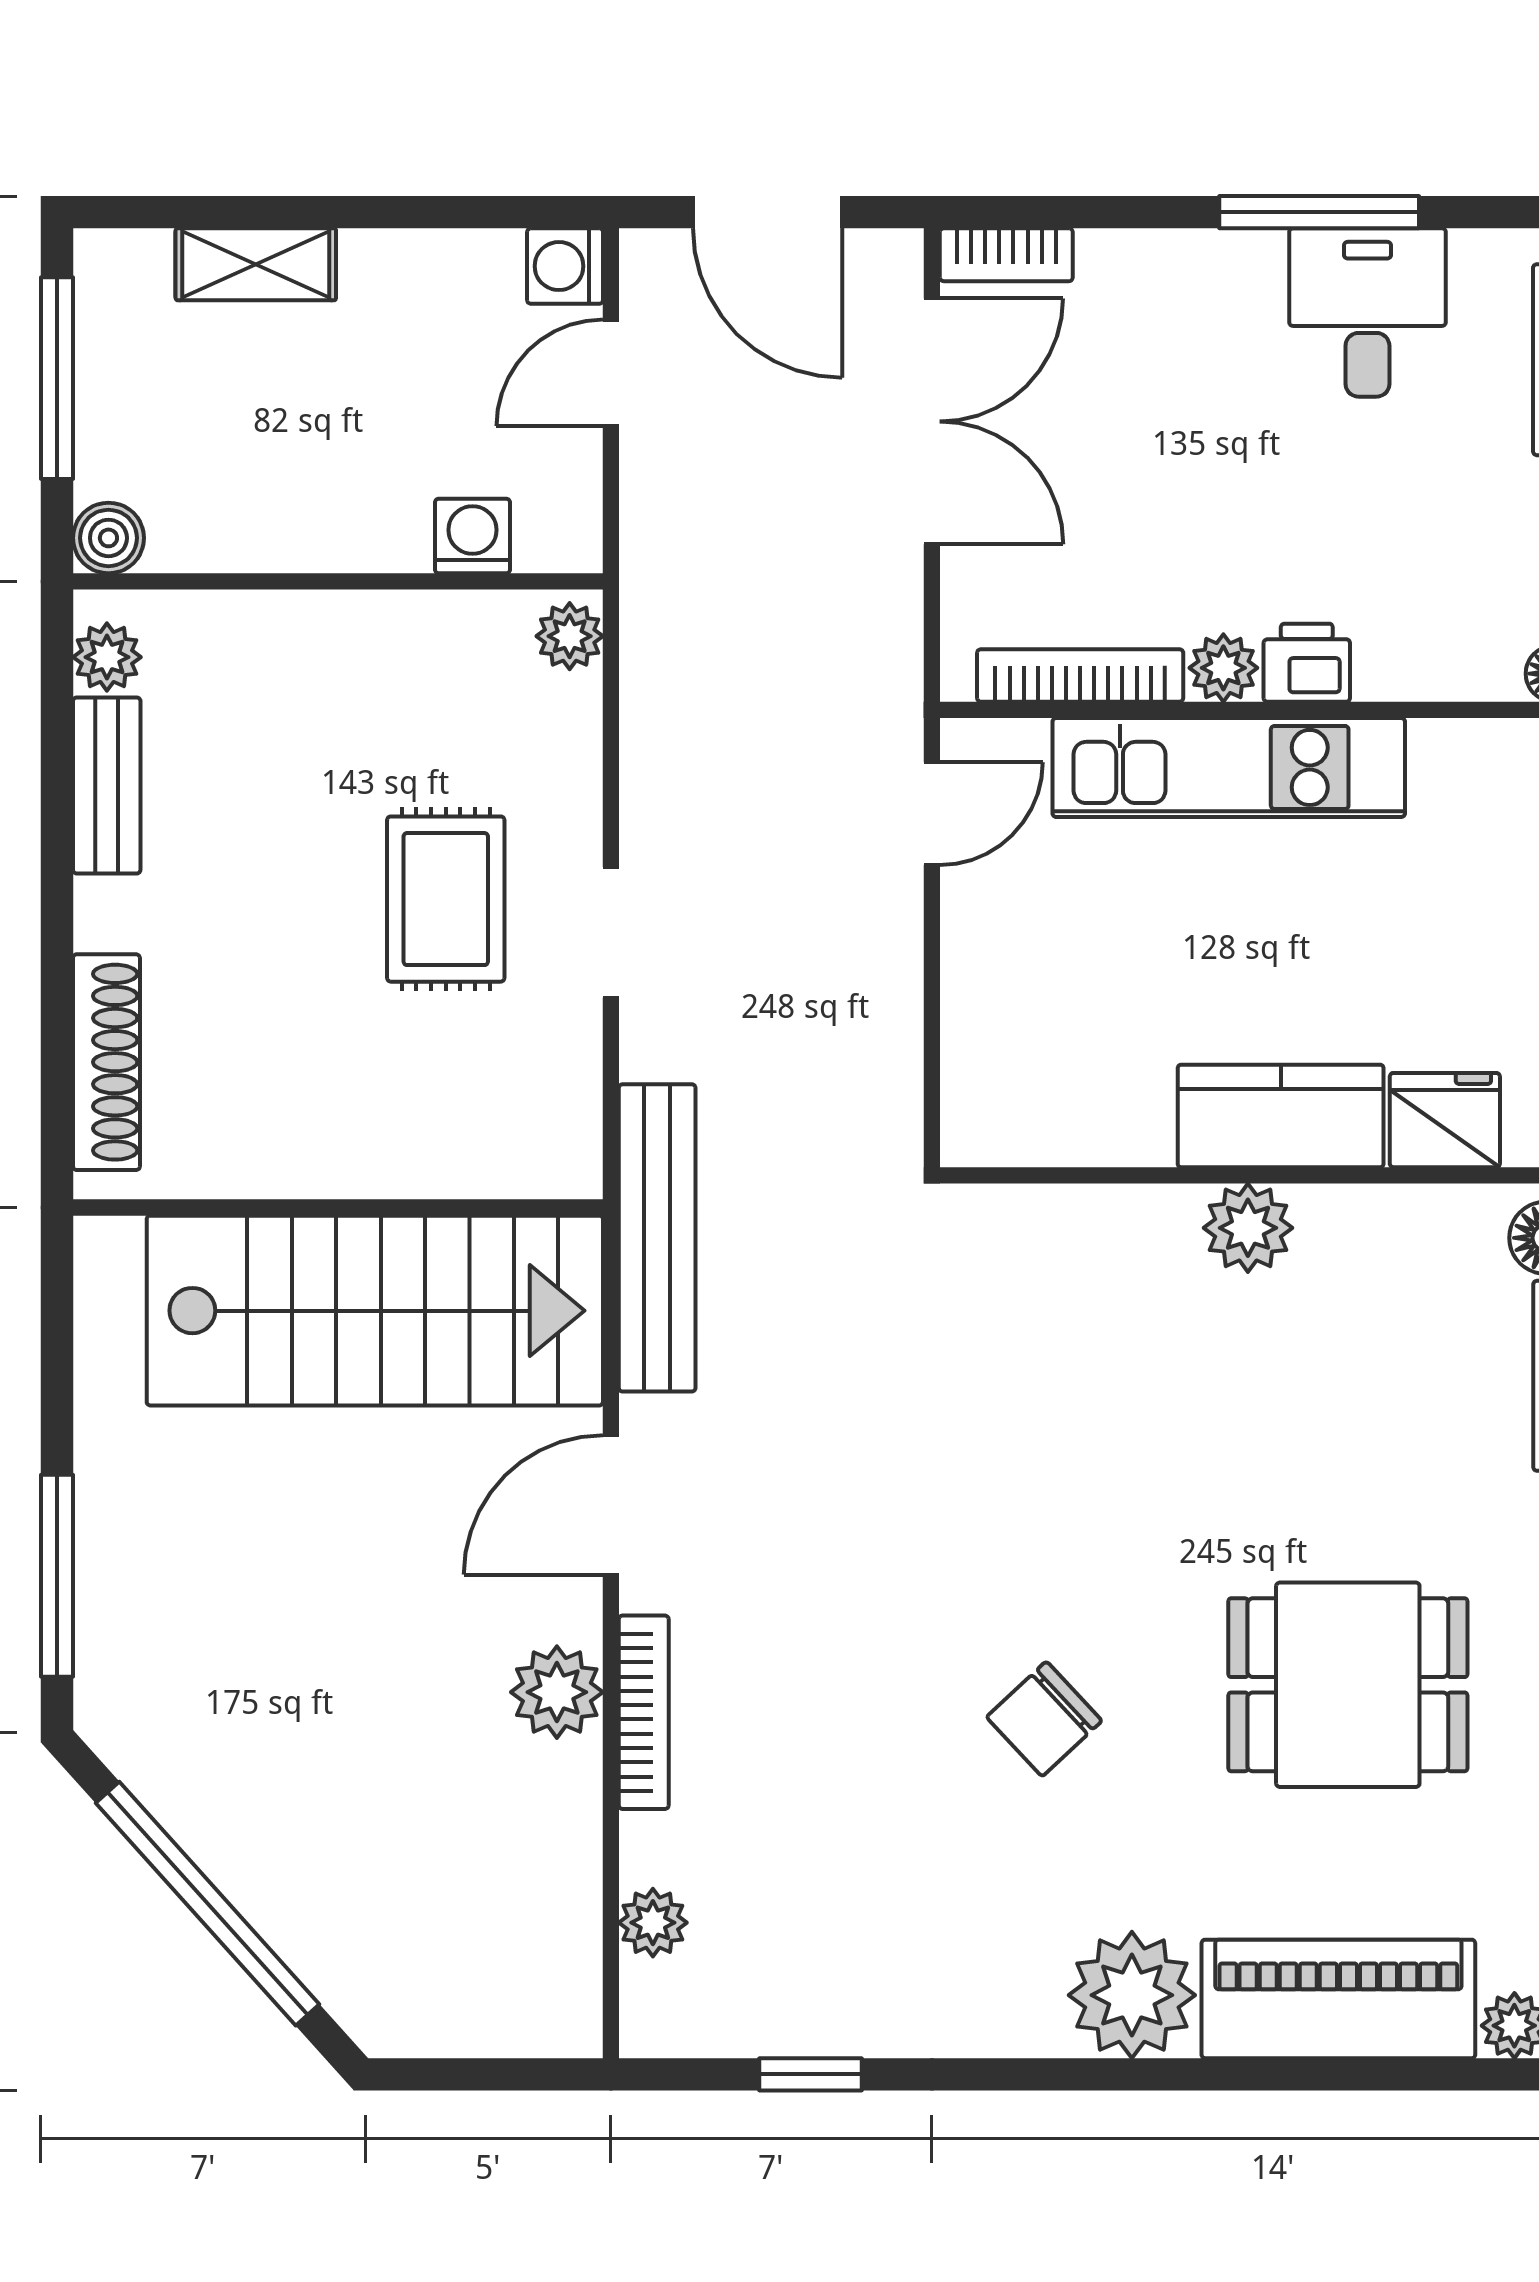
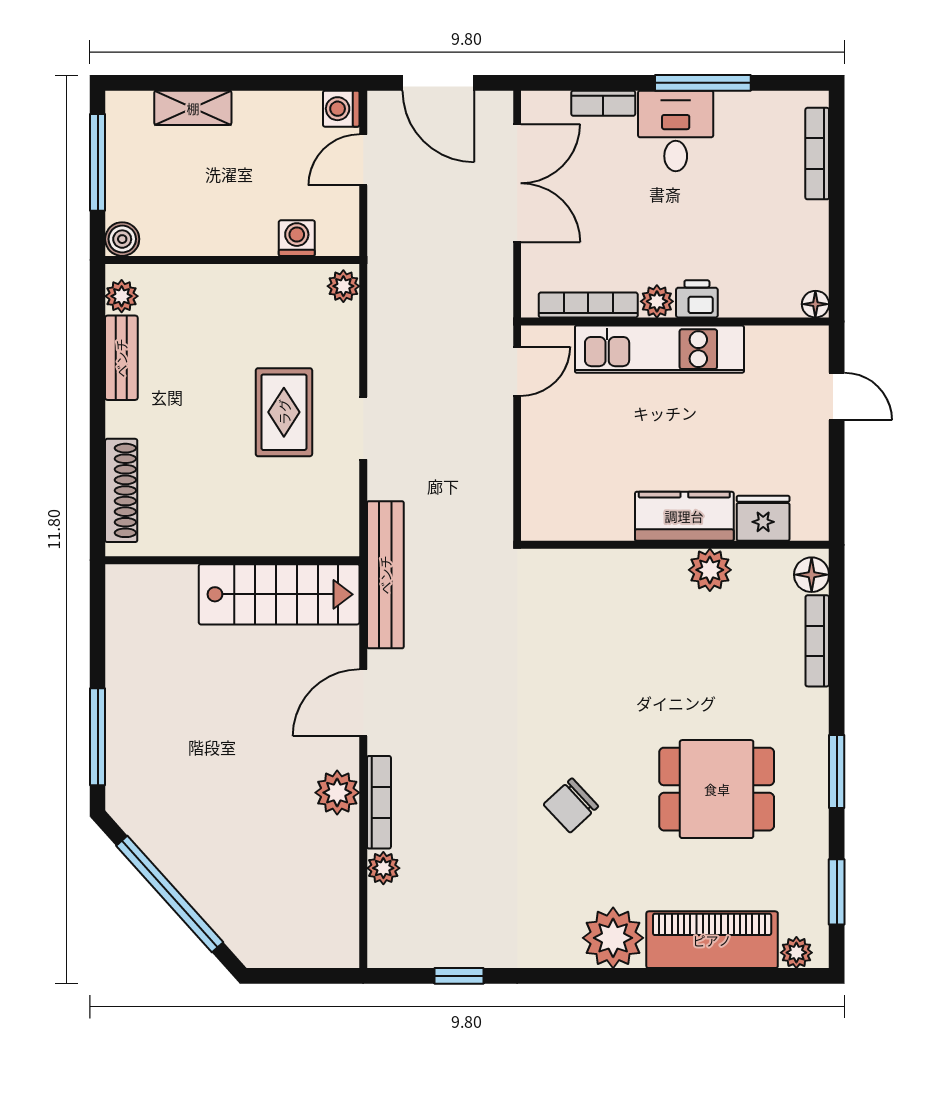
bookcase: (1006, 255) -> (603, 103), moved
desk: (1367, 313) -> (676, 131), moved
plant: (1248, 1228) -> (710, 570), moved
stairs: (375, 1311) -> (279, 594), width x0.73, depth x0.66
plant: (653, 1923) -> (383, 868), moved

